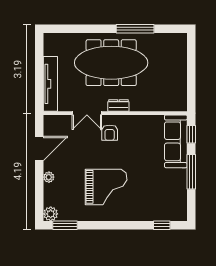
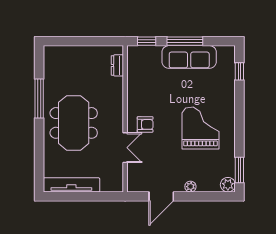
meeting table: (111, 63) -> (74, 123), width x0.73
tv unit: (50, 84) -> (71, 185), moved
dresser: (118, 106) -> (117, 65), moved
sofa: (176, 141) -> (189, 57), moved
door: (39, 149) -> (161, 196), swing flipped

